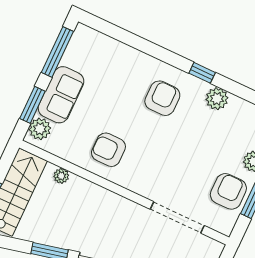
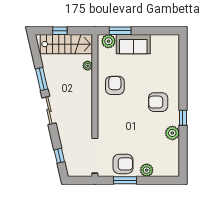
window: (57, 52) -> (156, 31), removed
armchair: (162, 98) -> (158, 102), turned 180
doorway: (177, 217) -> (95, 156), moved

